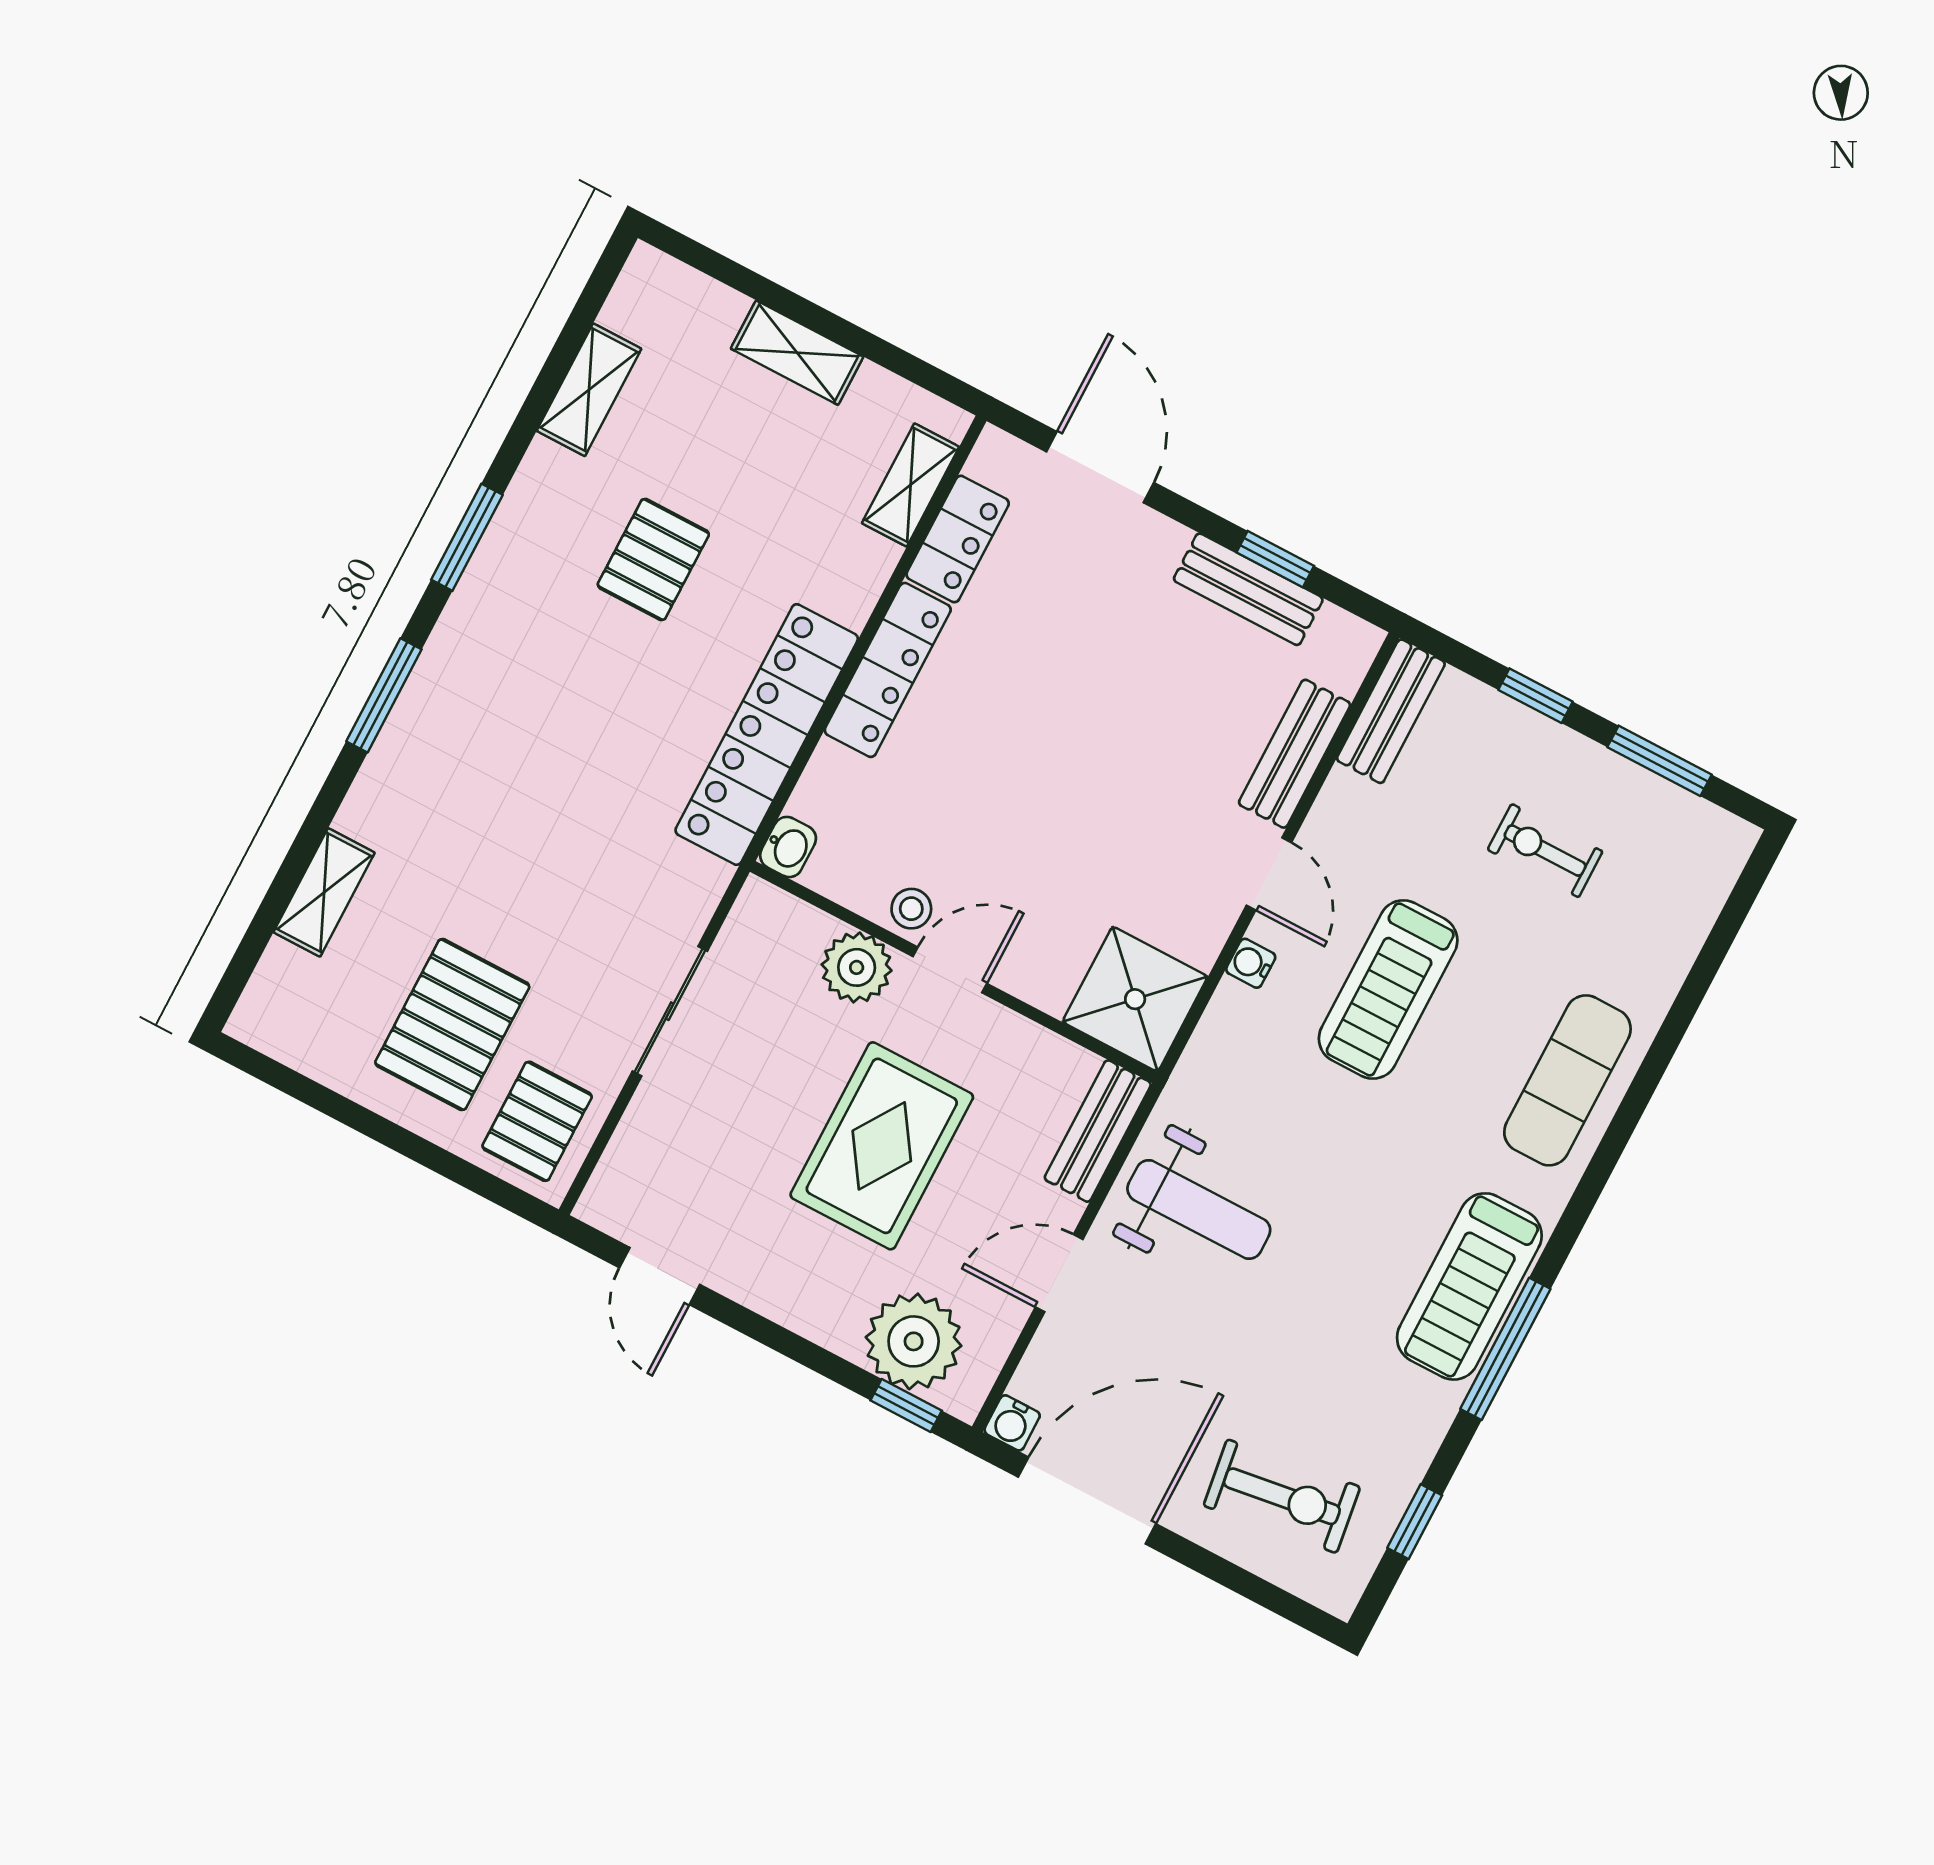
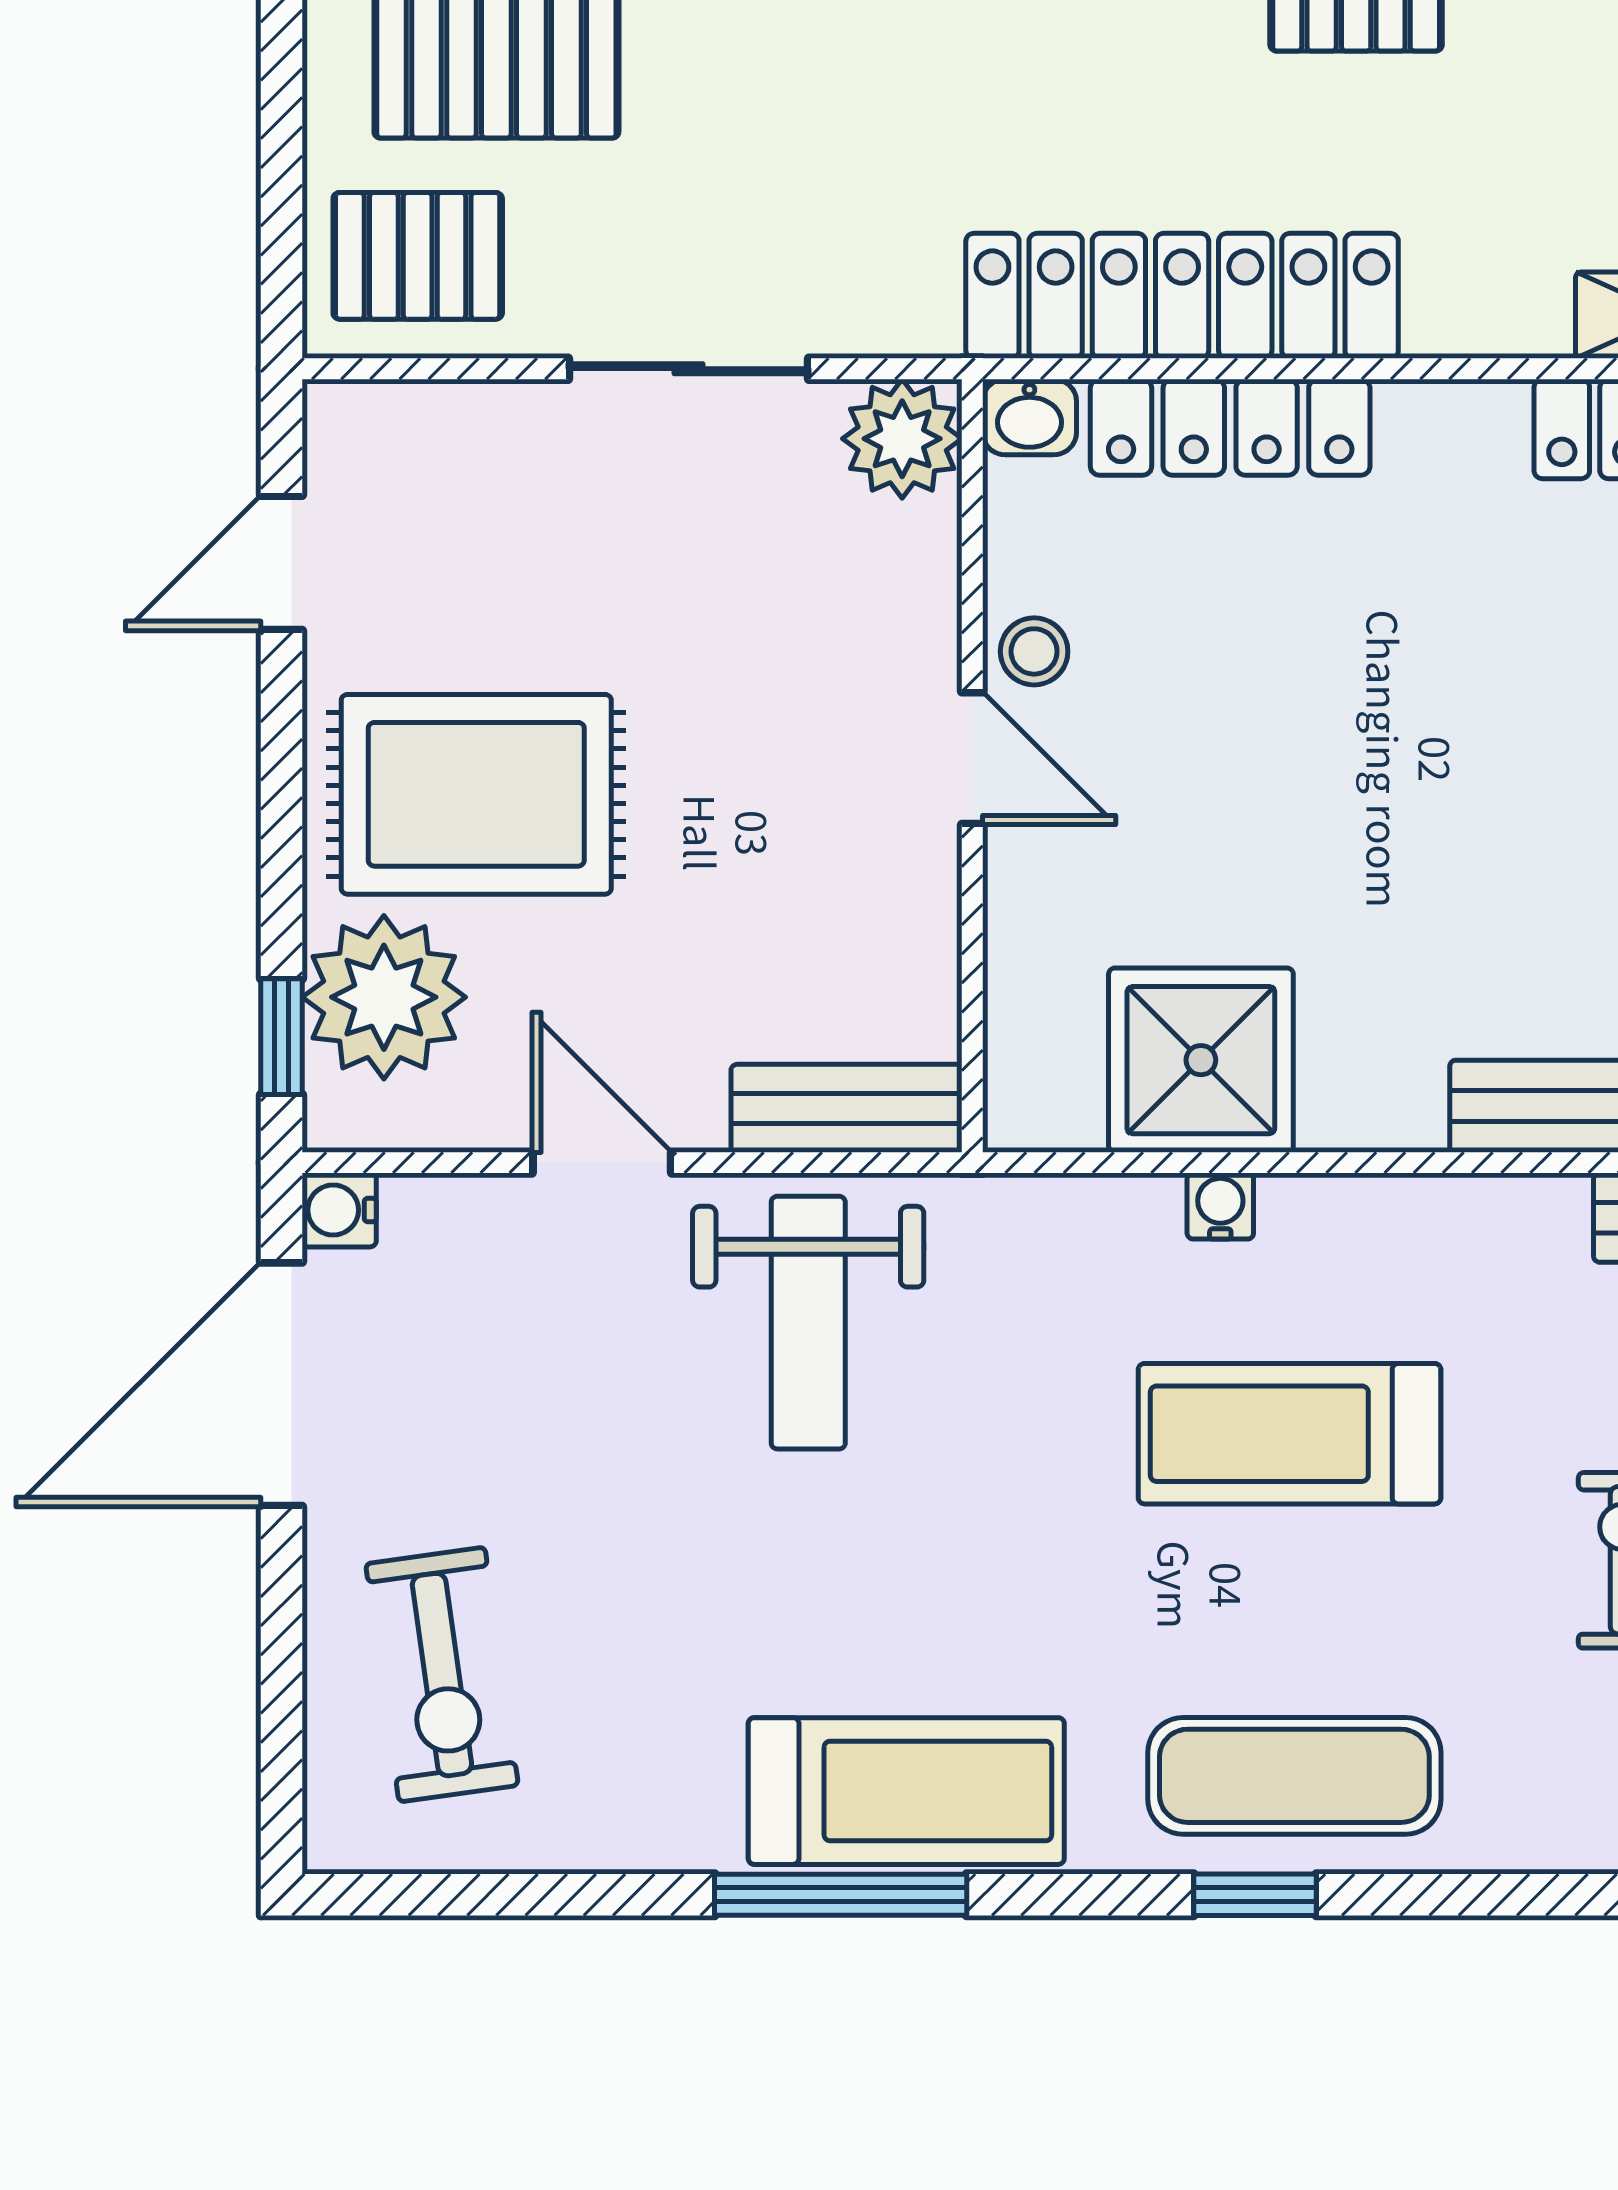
locker: (888, 670) -> (1230, 427), moved
door: (1269, 874) -> (1369, 1163), removed
plant: (857, 967) -> (902, 439), moved
shower: (1135, 999) -> (1201, 1060), moved
rug: (882, 1146) -> (476, 794), moved
treadmill: (1469, 1286) -> (906, 1791), turned 180
door: (1087, 1500) -> (281, 1384), swing flipped
window: (1415, 1522) -> (1255, 1895), moved

